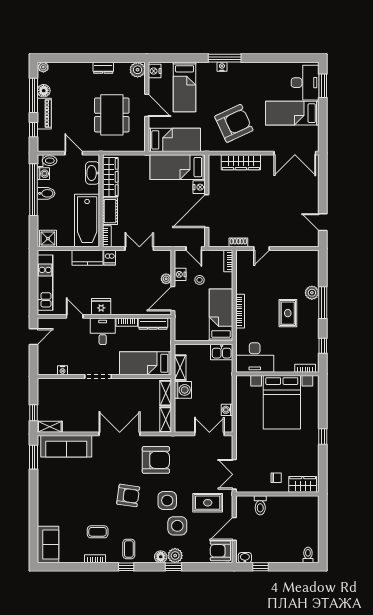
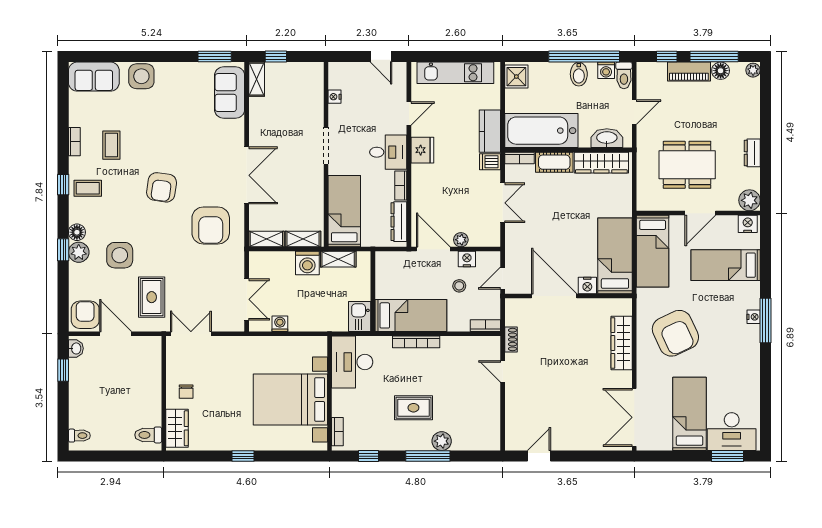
sofa: (66, 446) -> (230, 93), width x0.73
side table: (167, 500) -> (141, 76), moved
toilet: (260, 505) -> (148, 435), moved

